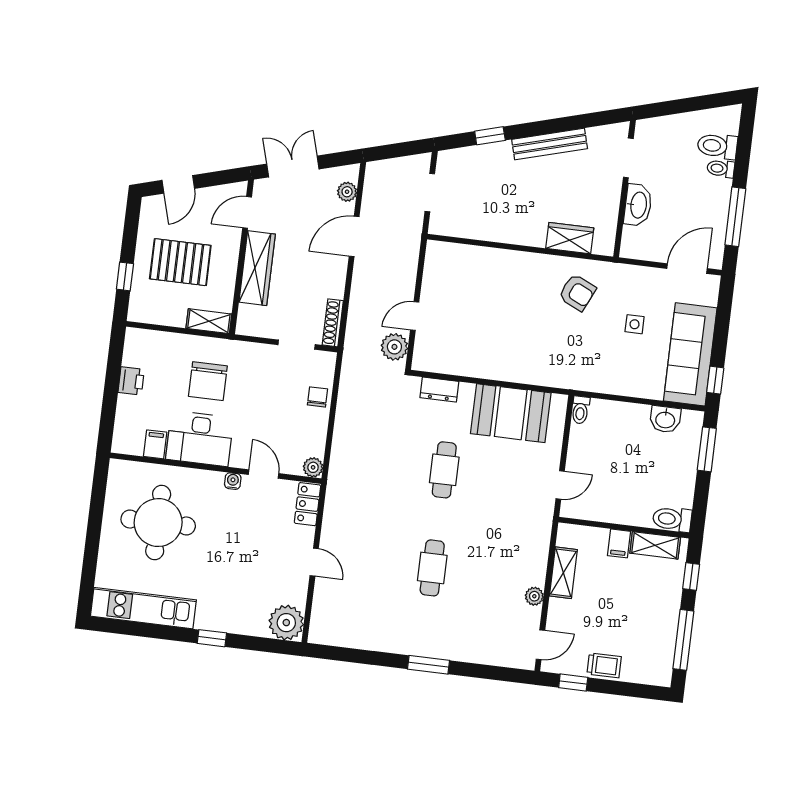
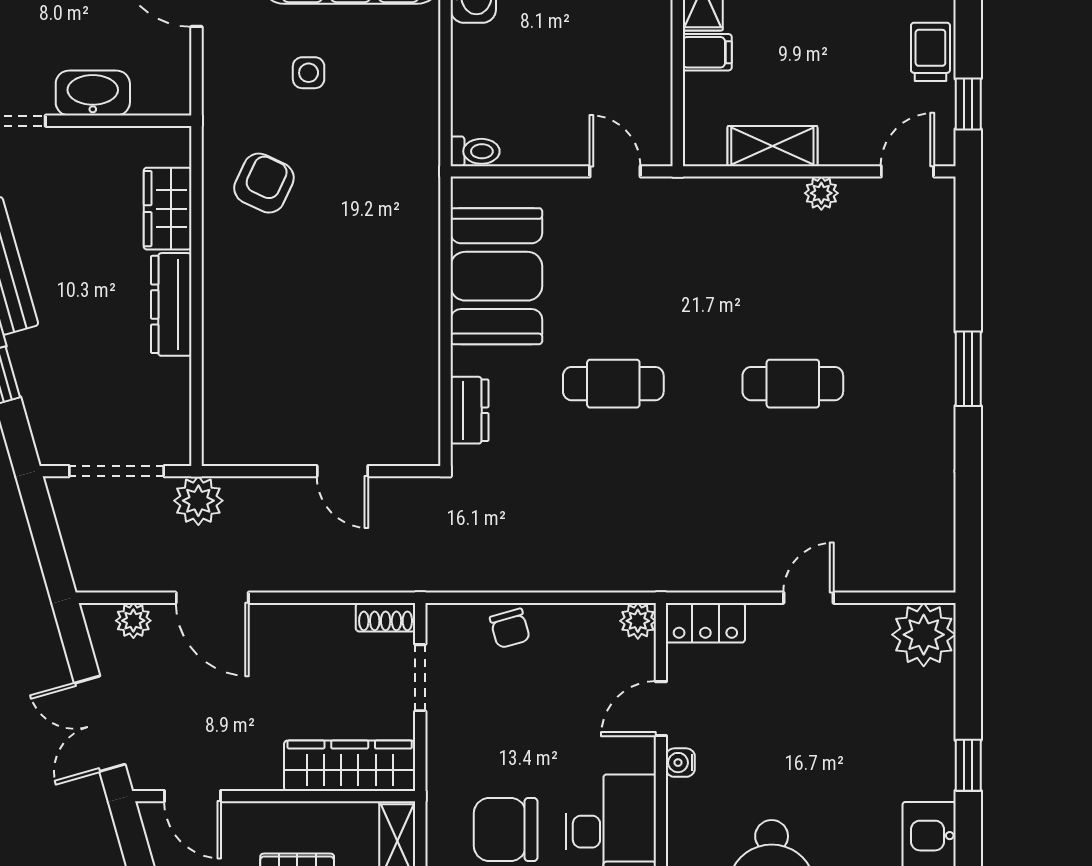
doorway: (430, 193) -> (117, 471), width x1.38
dresser: (517, 234) -> (171, 304), added
wardrobe: (257, 268) -> (350, 766), moved
shoe rack: (333, 323) -> (386, 617), width x0.70
plant: (394, 347) -> (198, 501), moved
chair: (208, 381) -> (506, 830), turned 180
chair: (317, 397) -> (510, 628), turned -106
door: (540, 645) -> (907, 171), hinge flipped

